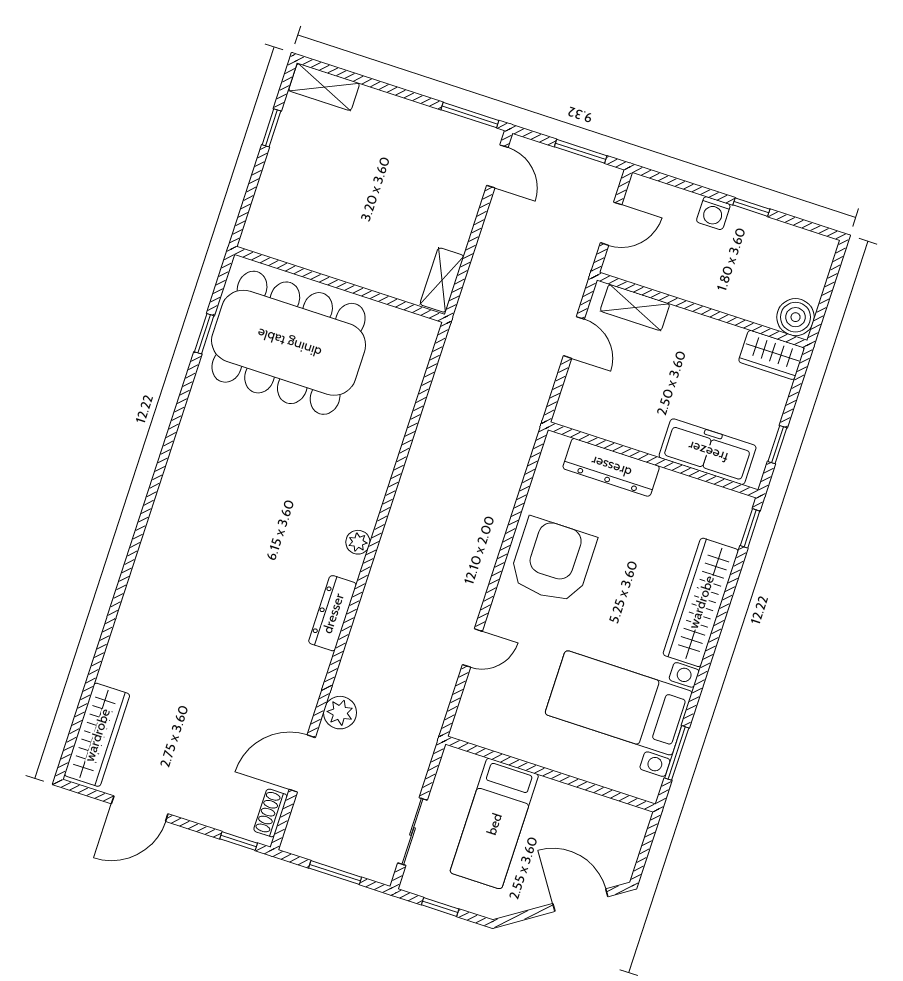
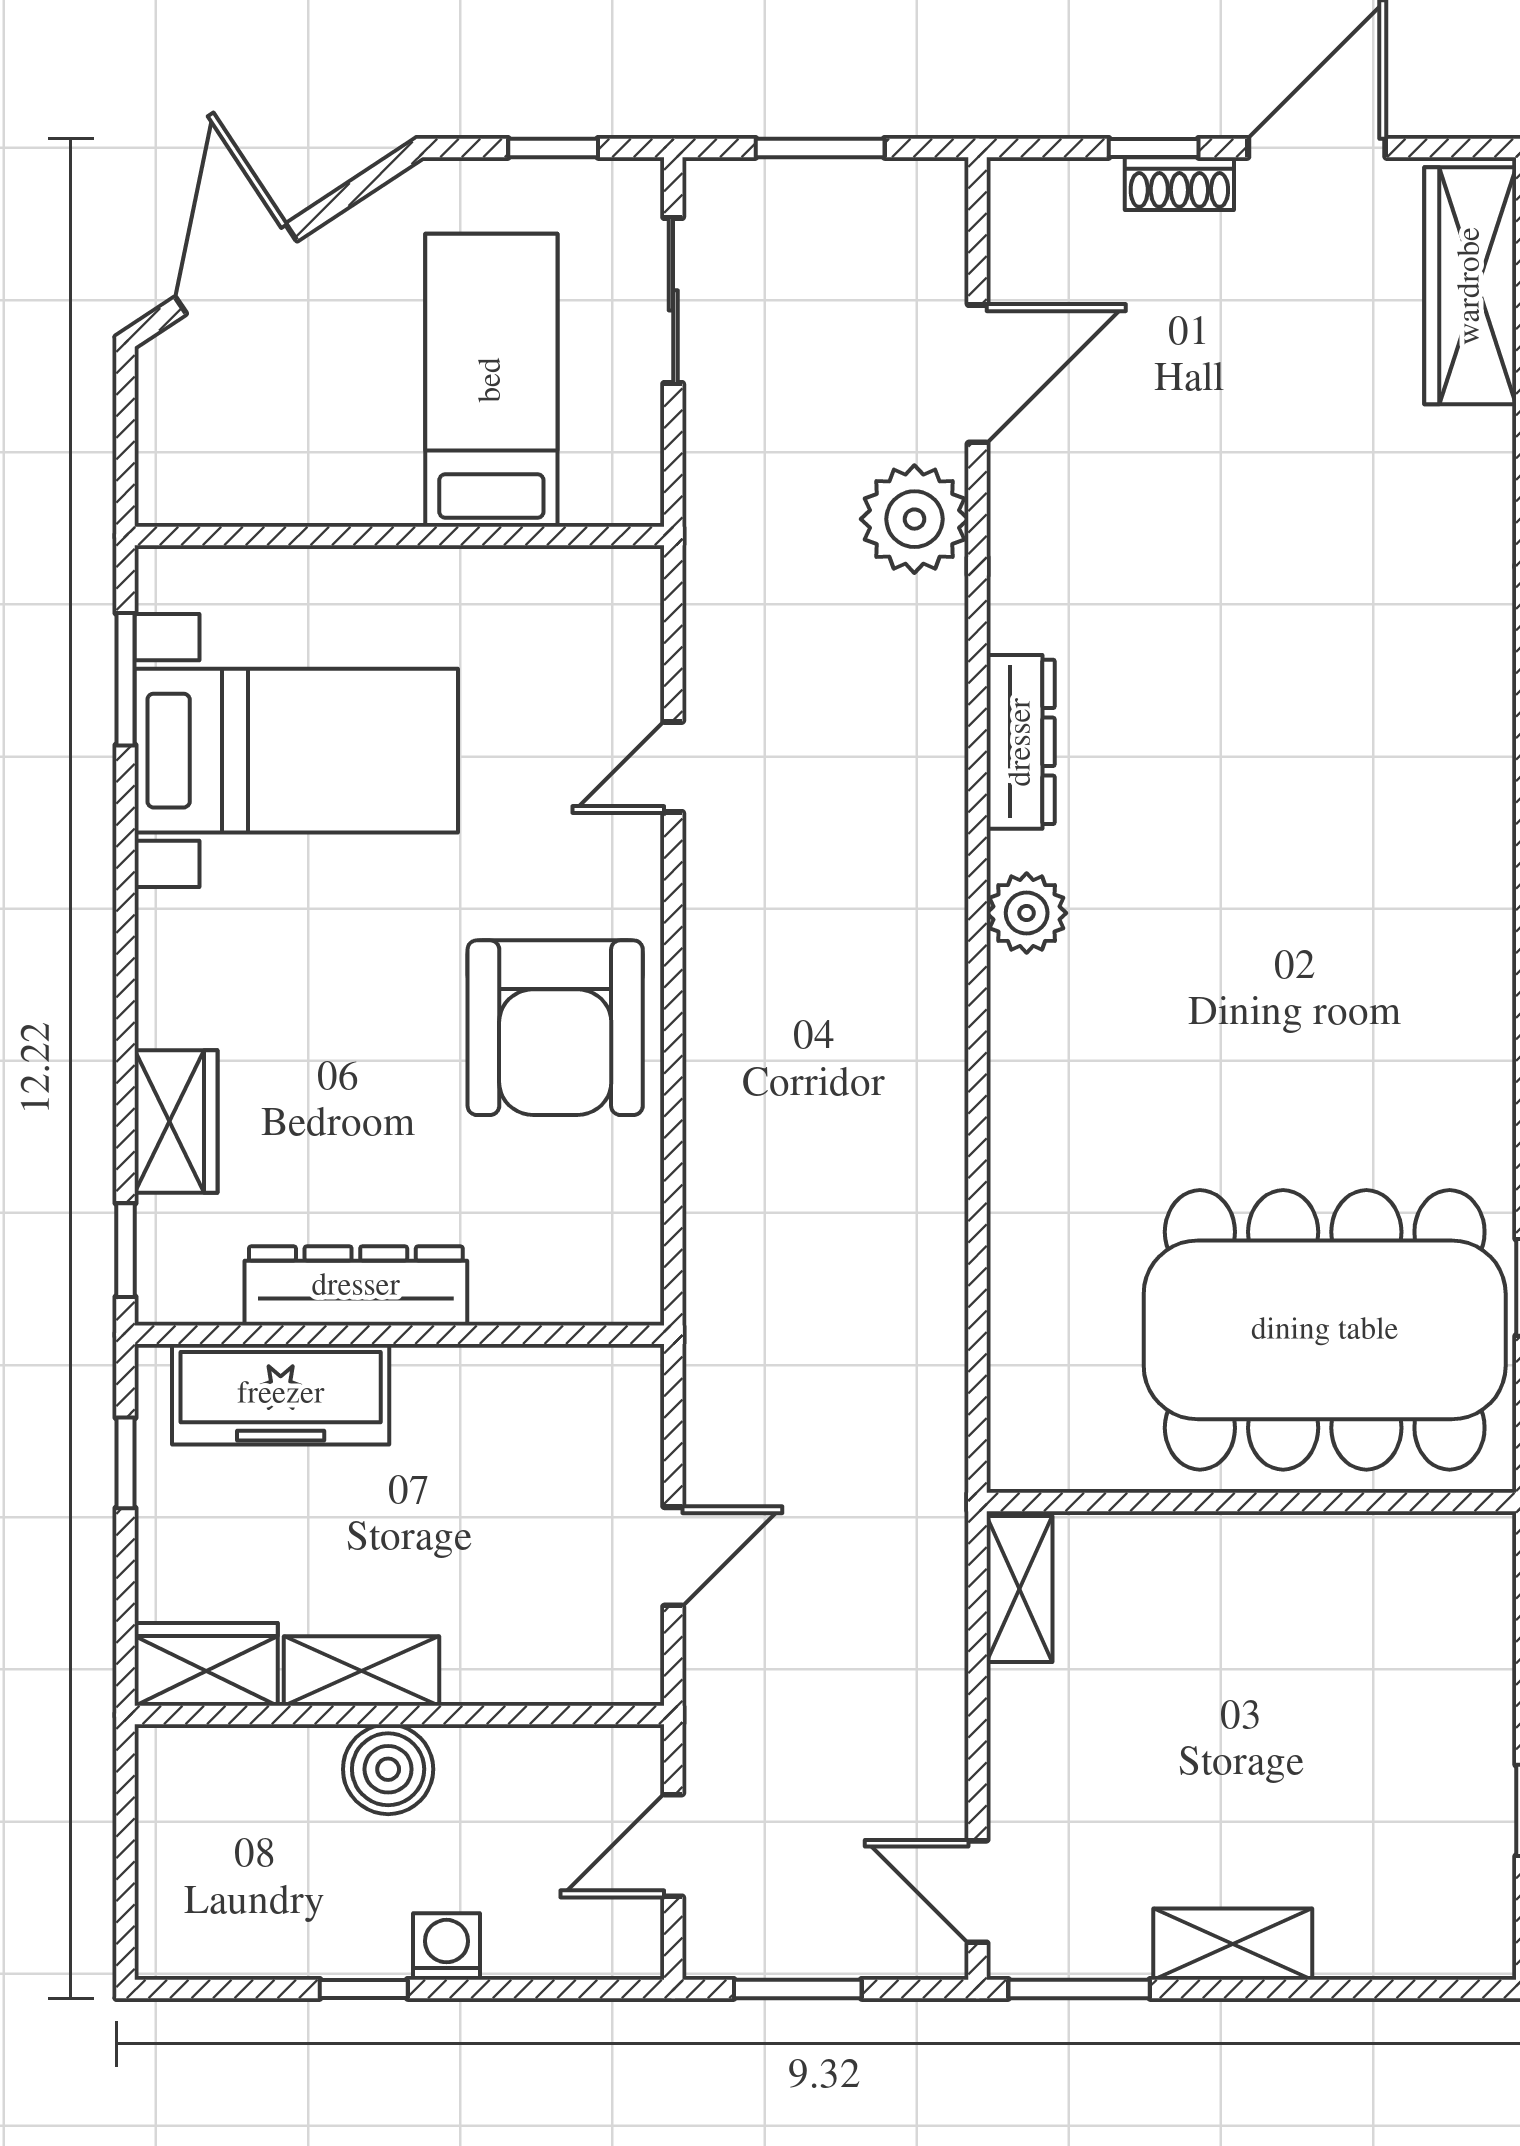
shelving: (324, 87) -> (1233, 1944), moved
shelving: (635, 307) -> (362, 1671), moved
boiler: (796, 317) -> (388, 1769), moved
door: (574, 337) -> (673, 1556), swing flipped
dresser: (611, 467) -> (356, 1286), moved
plant: (358, 542) -> (1027, 913), width x1.38, depth x1.38
wardrobe: (701, 602) -> (176, 1121), width x0.48, depth x0.85
plant: (340, 713) -> (914, 519), width x1.36, depth x1.36
shoe rack: (271, 813) -> (1179, 184), moved, turned 90
window: (239, 841) -> (1154, 148), moved
door: (580, 900) -> (236, 269), swing flipped

